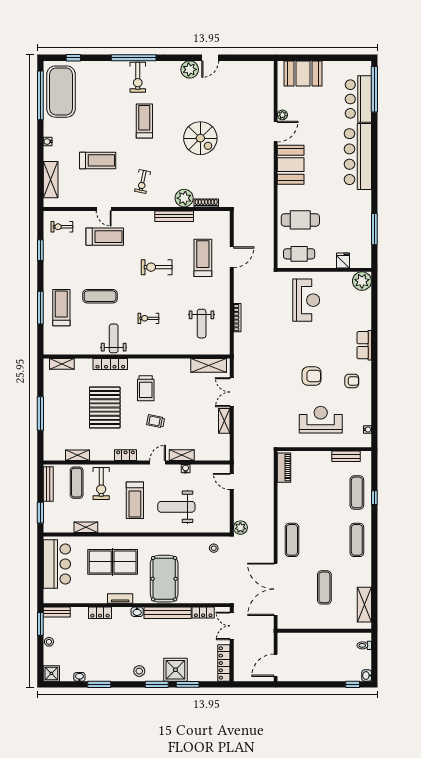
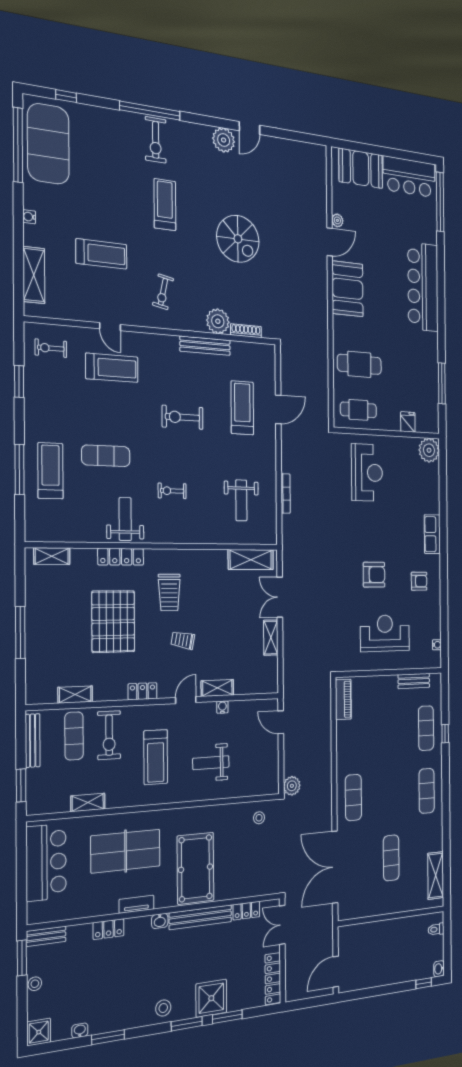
bar counter: (358, 99) -> (409, 177), moved, turned -90
weight bench: (176, 507) -> (211, 763), width x0.73, depth x0.75

